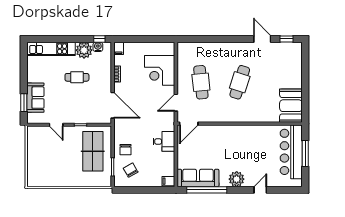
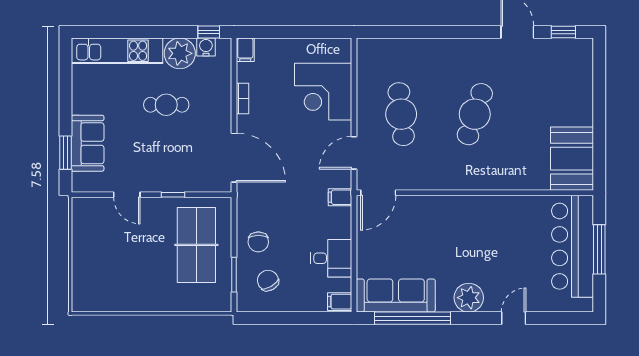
filing cabinet: (169, 126) -> (340, 197), added
desk: (164, 141) -> (331, 258), moved

